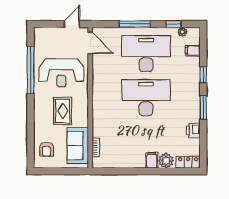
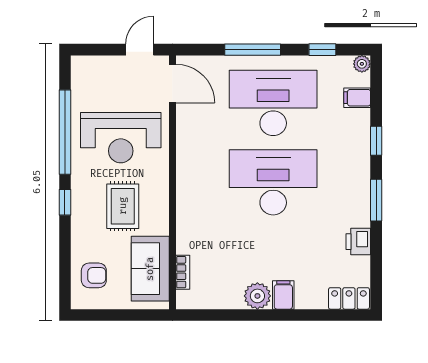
plant: (182, 32) -> (362, 64), moved
window: (31, 109) -> (65, 202), added
armchair: (47, 149) -> (94, 275), turned -90
plant: (166, 161) -> (257, 296), moved

